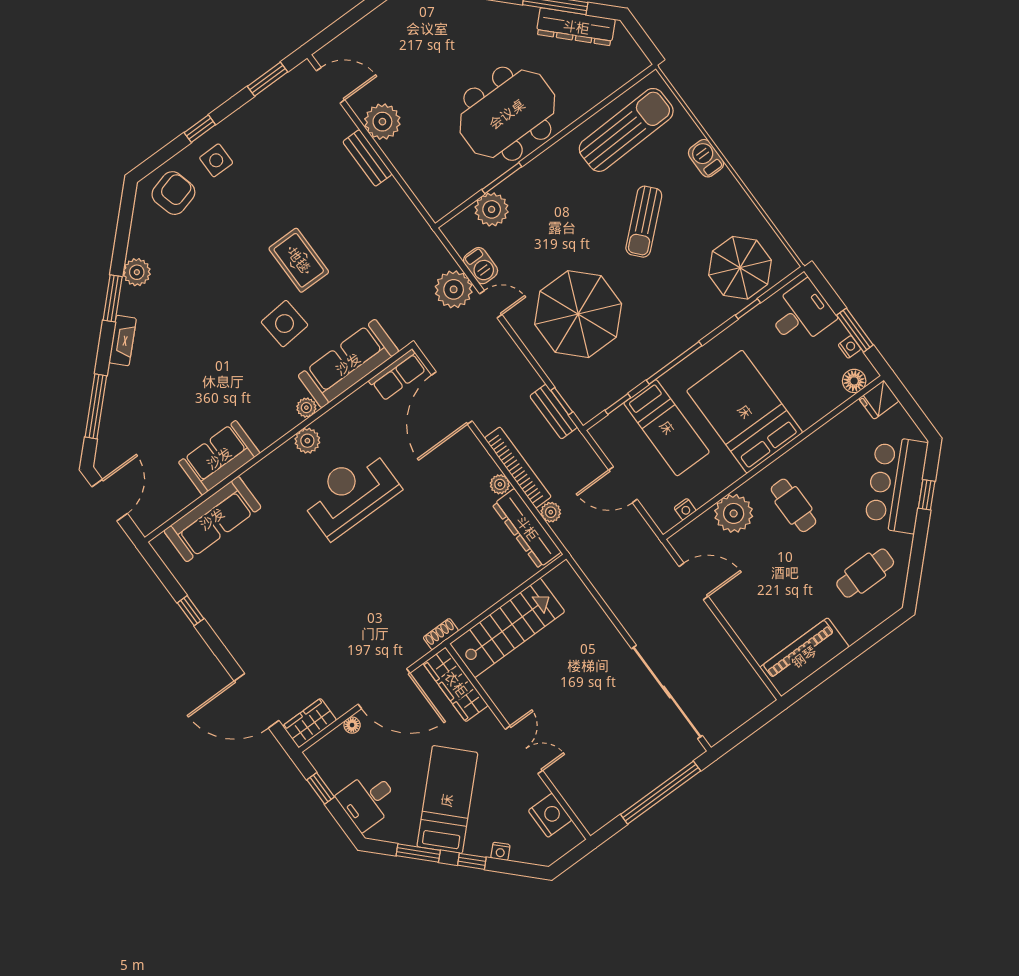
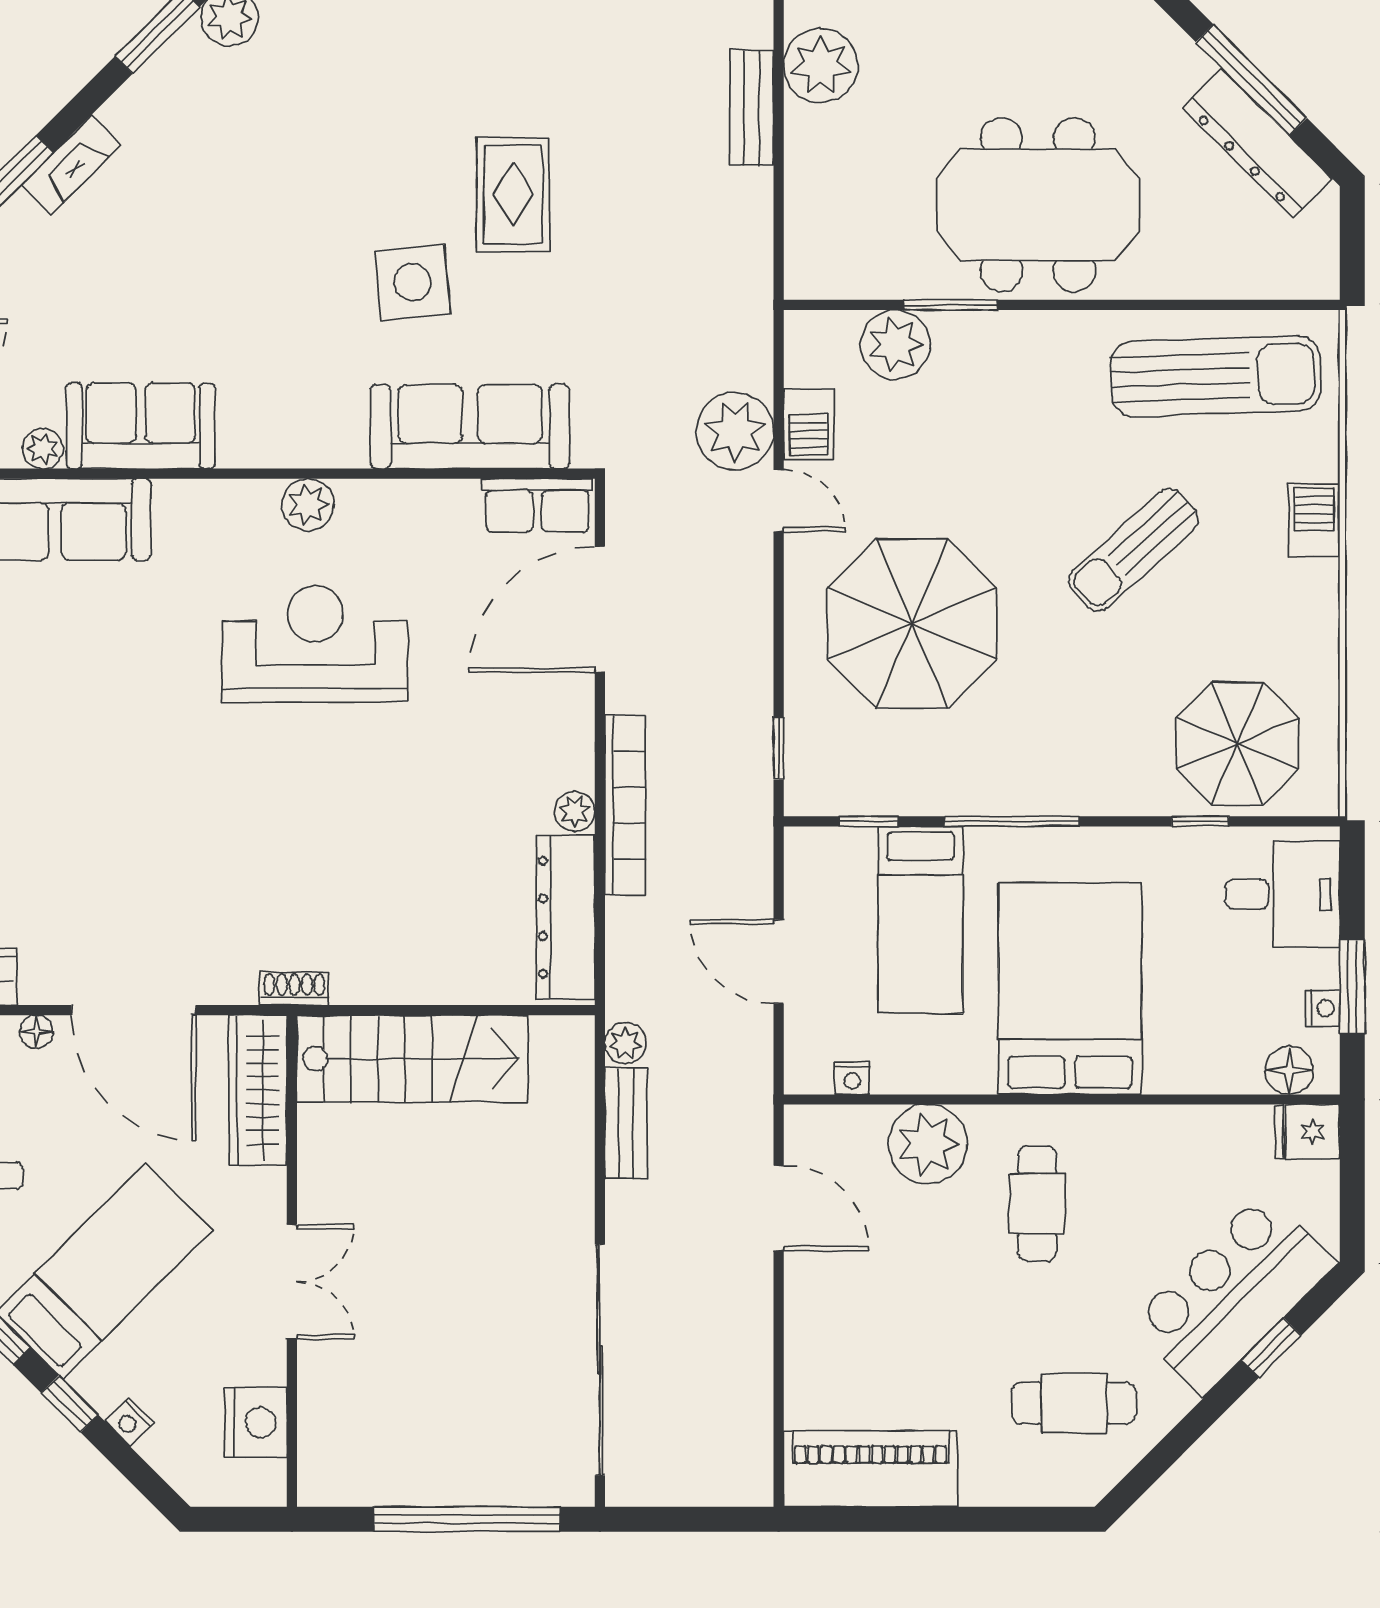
fireplace: (123, 340) -> (71, 165), moved
plant: (306, 408) -> (43, 449), moved
bench: (554, 412) -> (626, 1123), moved
plant: (551, 512) -> (625, 1043), moved

